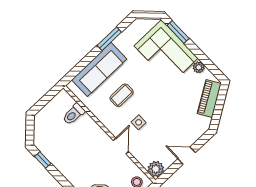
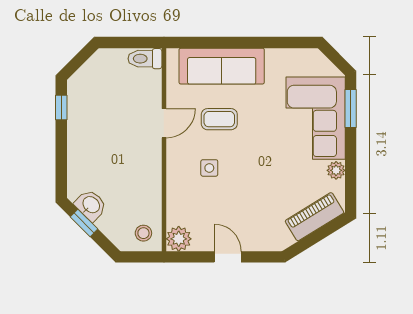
window: (109, 39) -> (266, 42), removed
toilet: (74, 114) -> (145, 59), moved
door: (121, 146) -> (164, 123), moved

